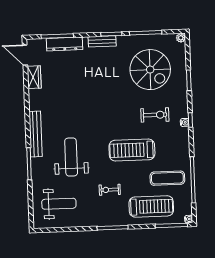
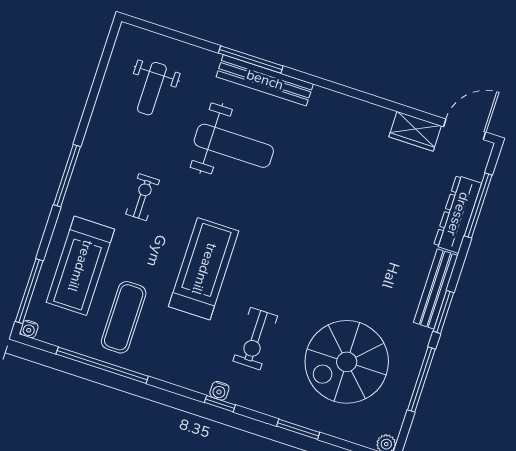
bench: (102, 41) -> (436, 289), width x1.36
bench: (35, 134) -> (265, 80), moved
weight bench: (59, 204) -> (152, 89), width x0.73, depth x0.75

